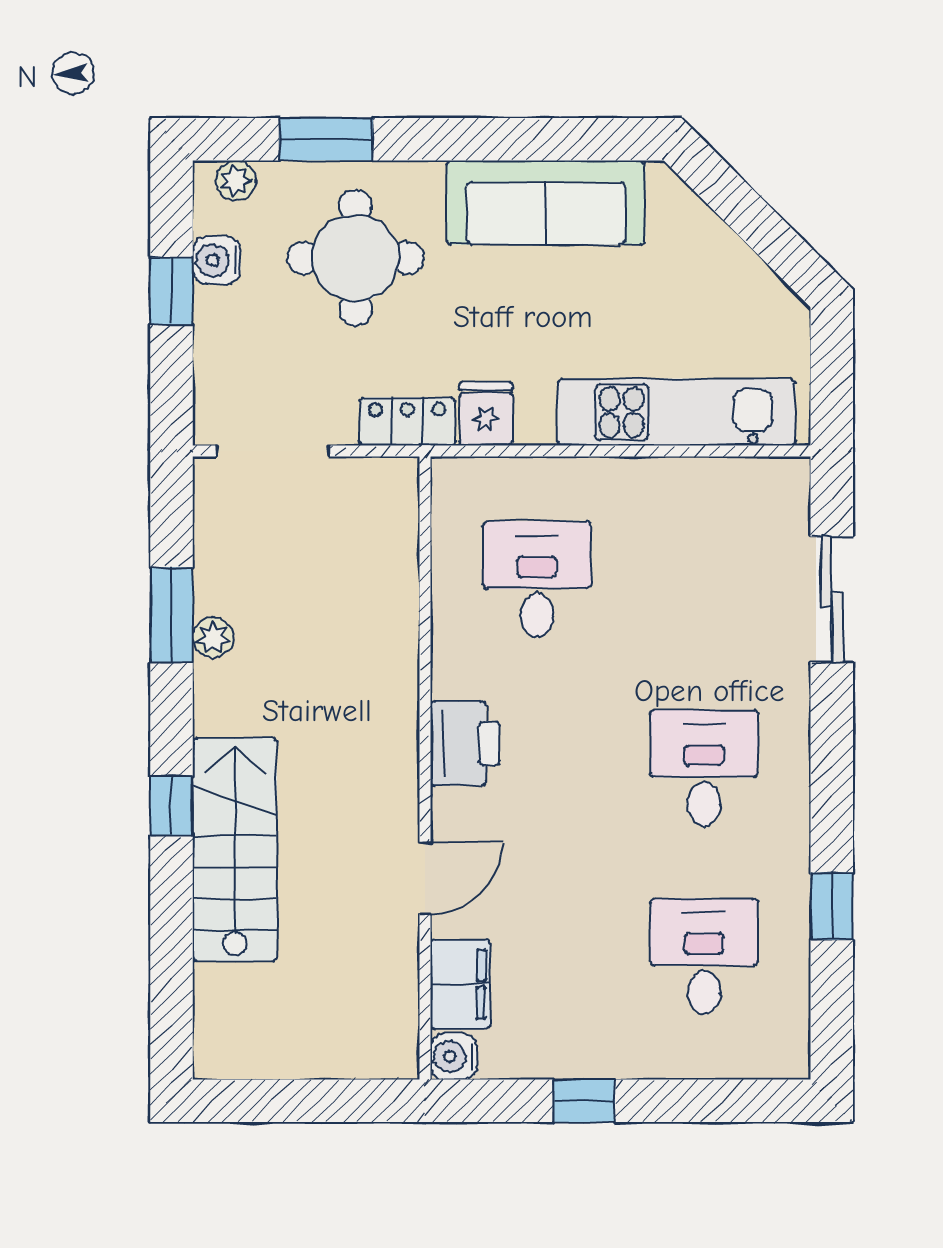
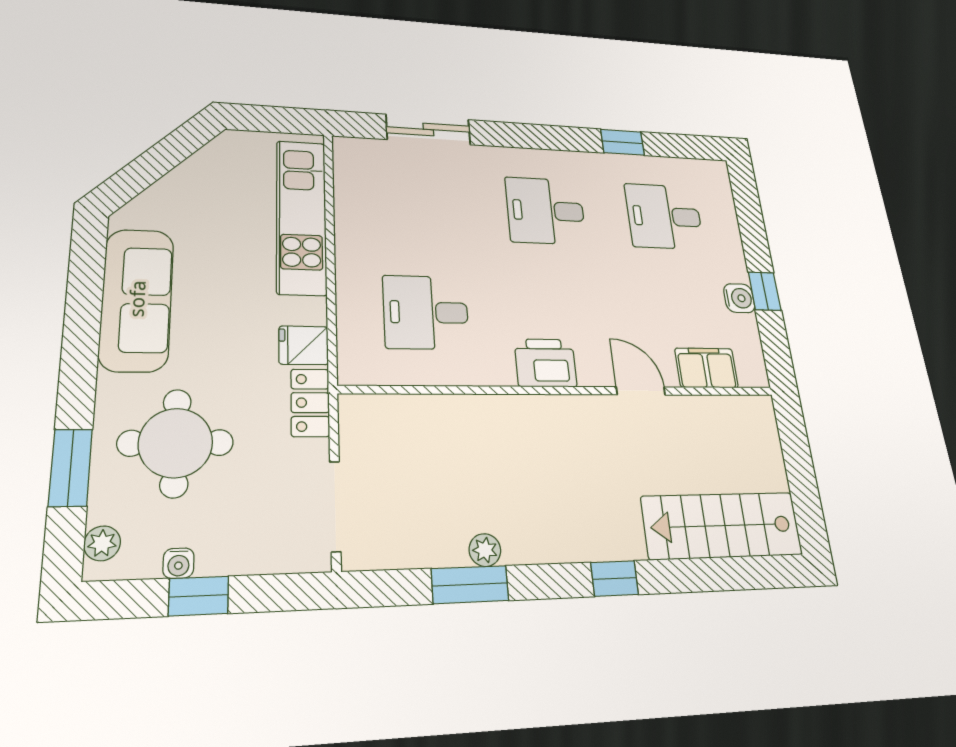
water cooler: (216, 260) -> (178, 563), width x0.72, depth x0.72
stairs: (235, 850) -> (722, 526), moved
water cooler: (454, 1056) -> (739, 298), moved, turned -90

